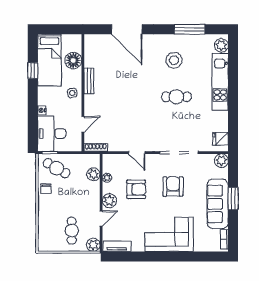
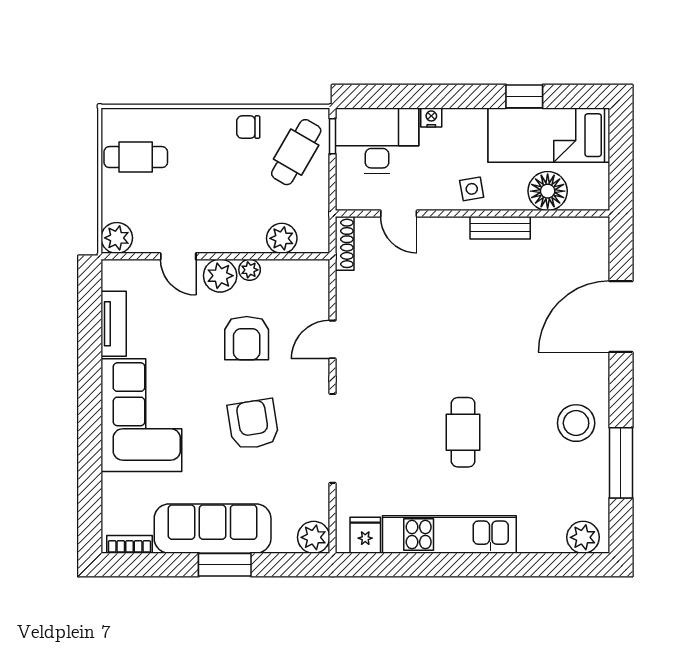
stool: (174, 60) -> (576, 423), moved
kitchen unit: (220, 82) -> (449, 535), moved
plant: (107, 178) -> (250, 270), moved
armchair: (173, 187) -> (253, 424), turned -99
cafe table: (72, 231) -> (136, 157), moved
tv unit: (117, 246) -> (114, 324), moved

